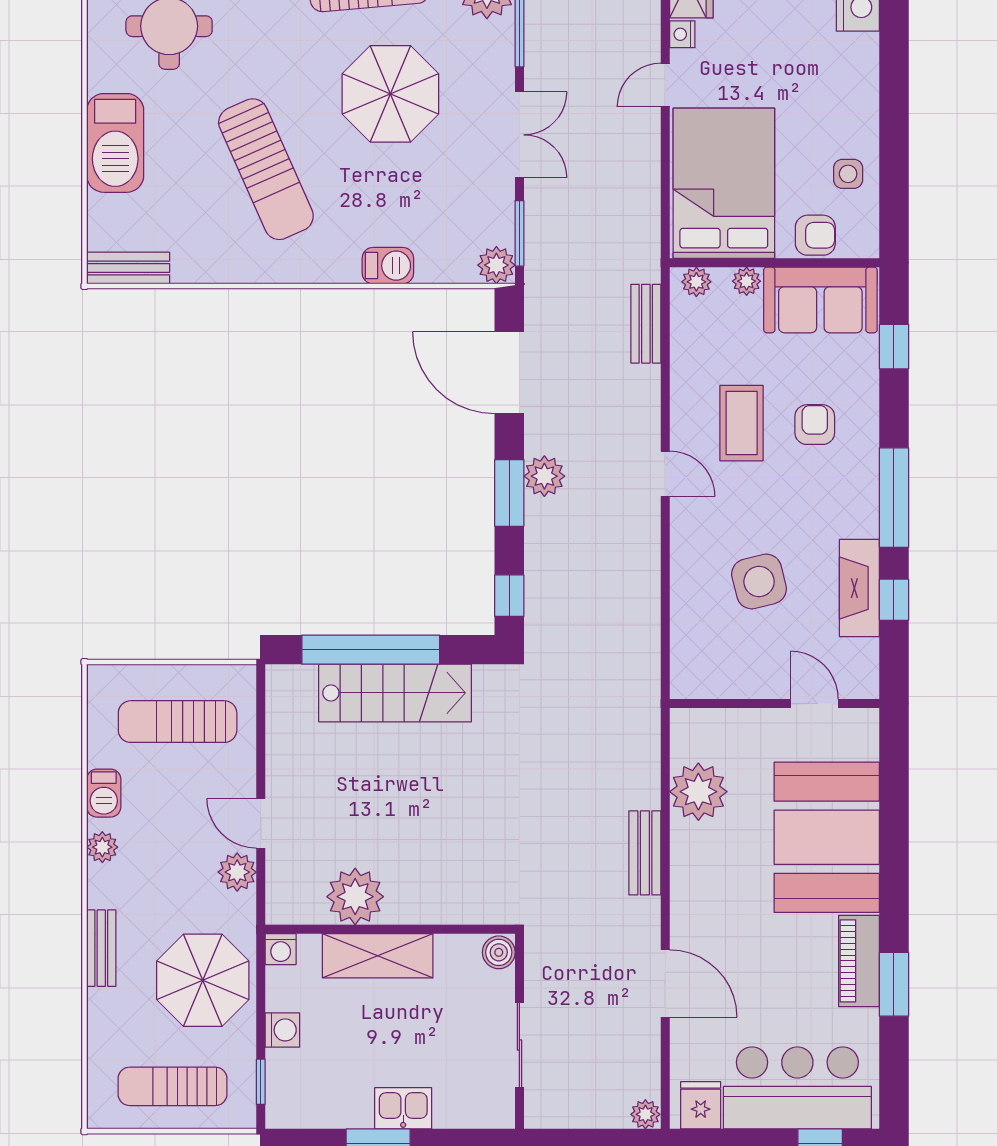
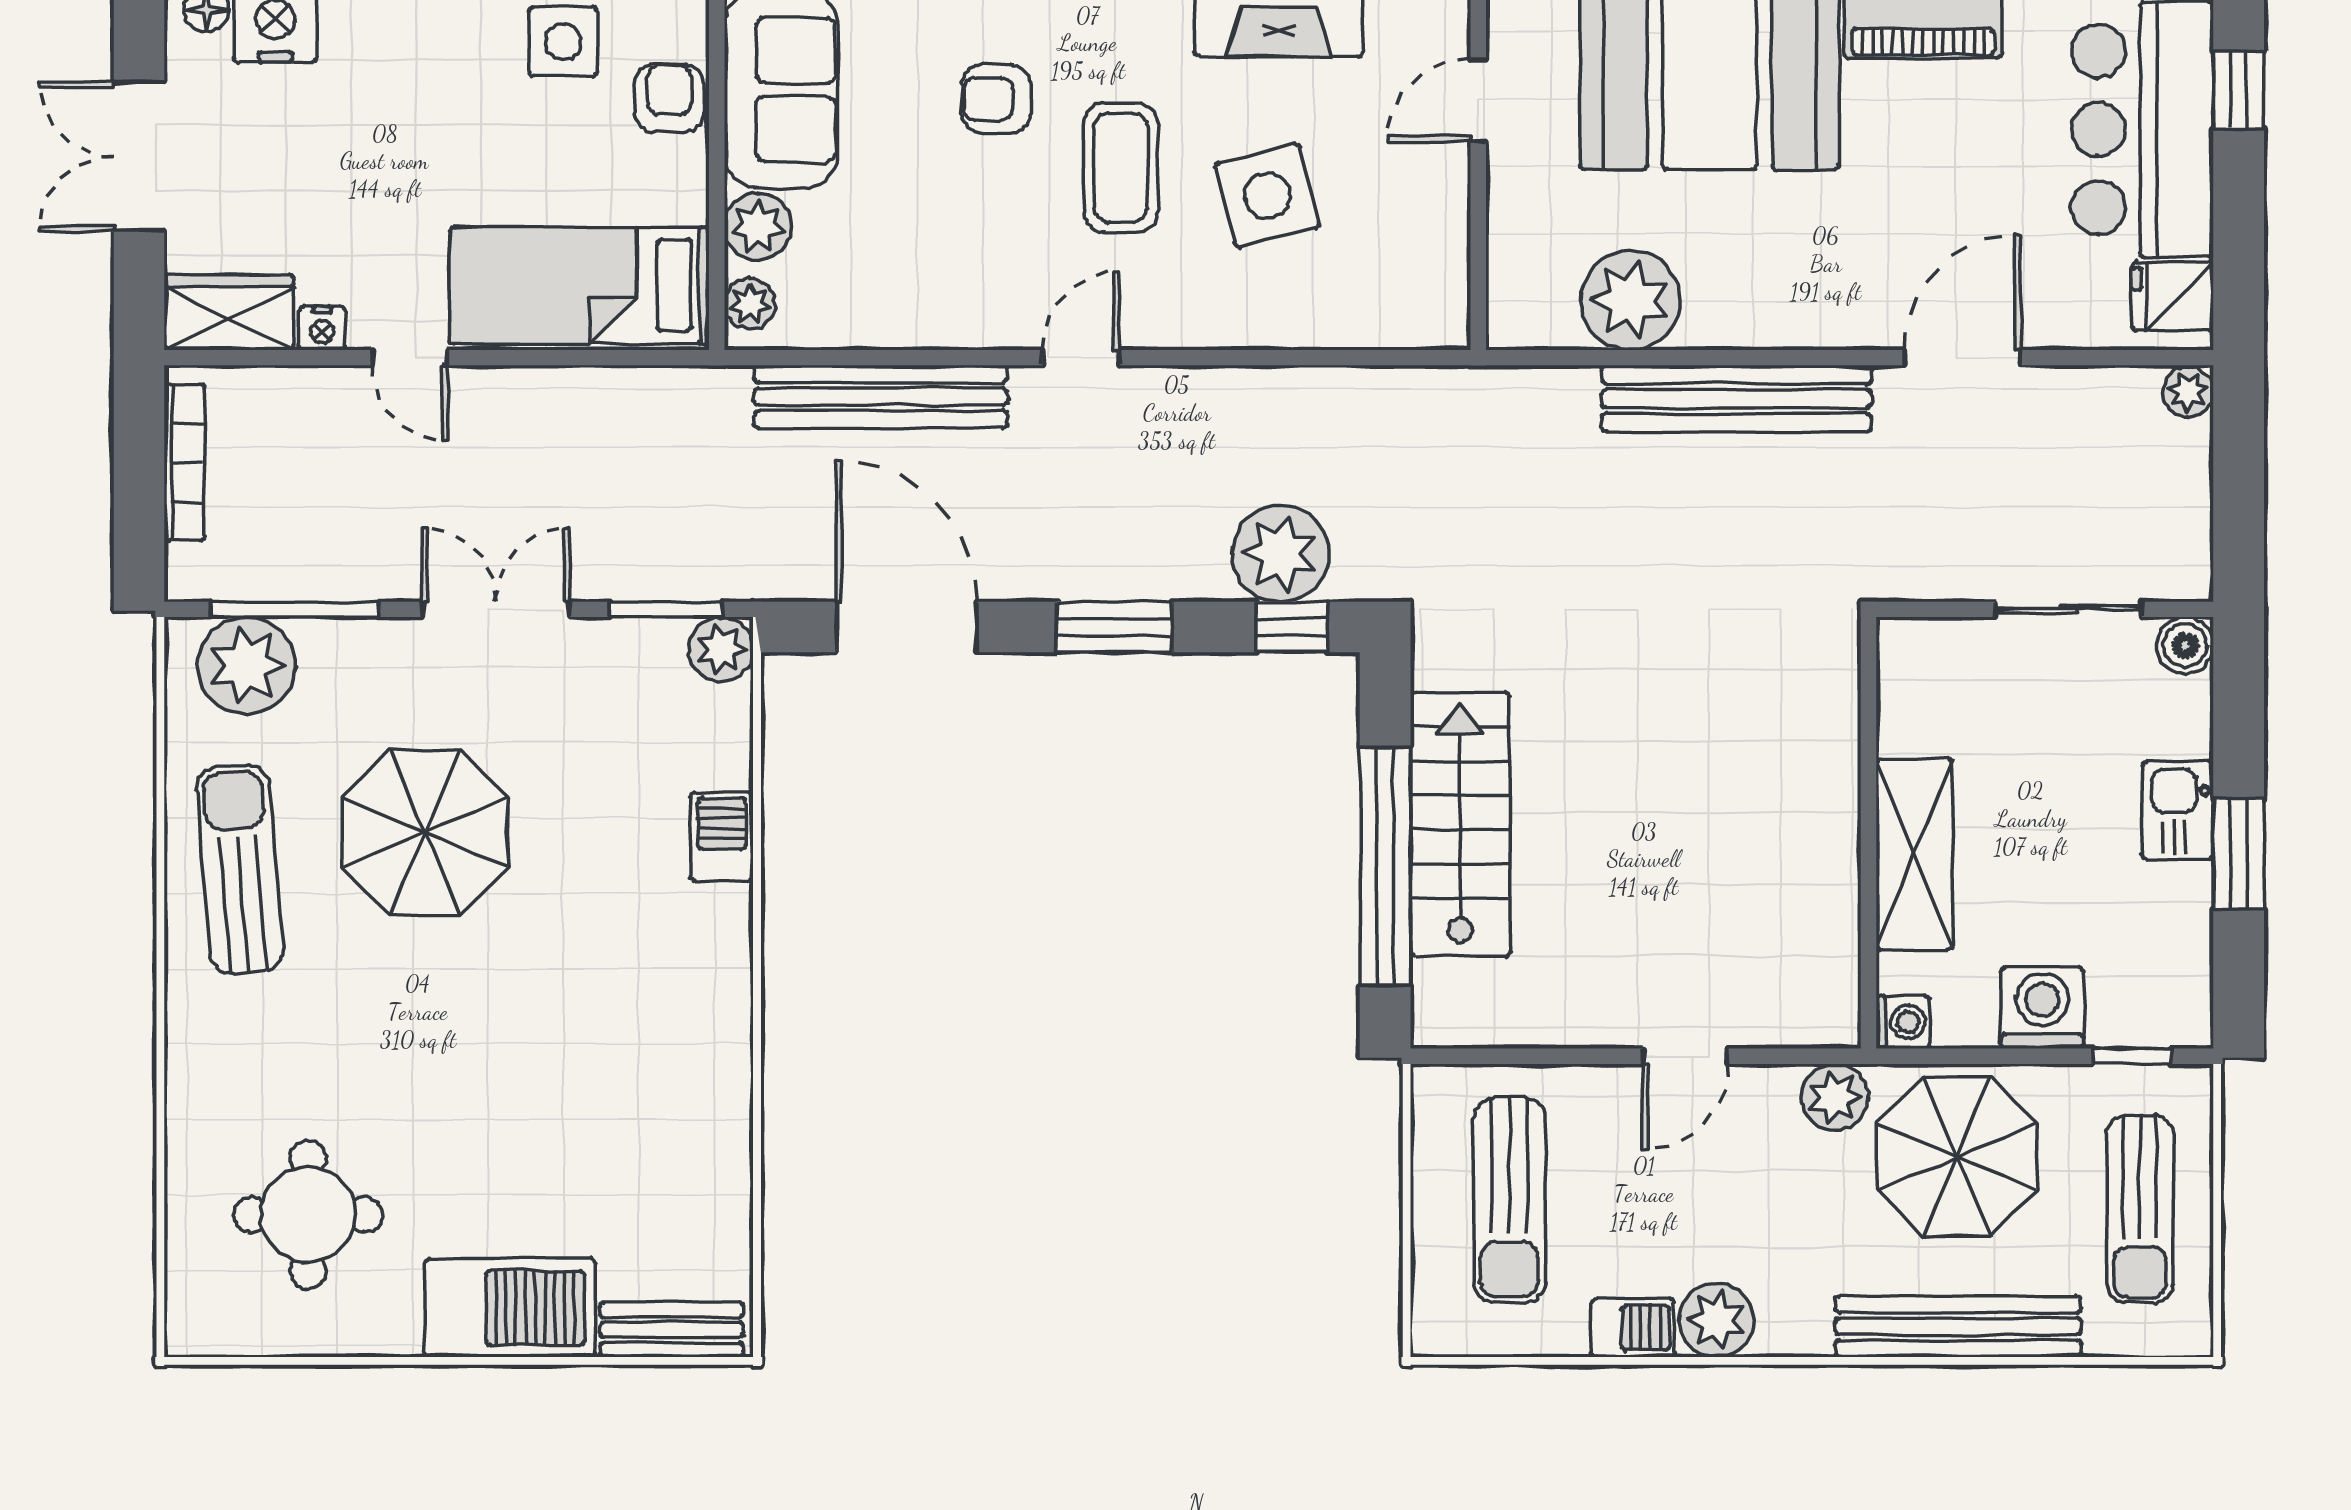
sun lounger: (266, 169) -> (555, 1047), removed
side table: (848, 174) -> (563, 42), width x1.37, depth x1.37
bed: (724, 183) -> (579, 286), width x0.67
bench: (128, 268) -> (672, 1330), moved, turned 90
plant: (747, 281) -> (758, 226), width x1.38, depth x1.38
bench: (646, 324) -> (881, 397), width x1.86, depth x1.21
door: (509, 373) -> (907, 627), swing flipped
coffee table: (742, 423) -> (1121, 168), moved, turned 90
plant: (544, 476) -> (1280, 554), moved, width x1.36, depth x1.36
plant: (102, 847) -> (1716, 1320), width x1.38, depth x1.38
bench: (645, 853) -> (1737, 399), width x1.86, depth x1.21
plant: (237, 872) -> (1835, 1097), moved
plant: (355, 897) -> (1812, 893), removed
bench: (101, 948) -> (1958, 1327), width x1.86, depth x1.21
boiler: (499, 952) -> (2185, 645), moved
washing machine: (282, 1030) -> (2042, 1008), width x1.38, depth x1.38

